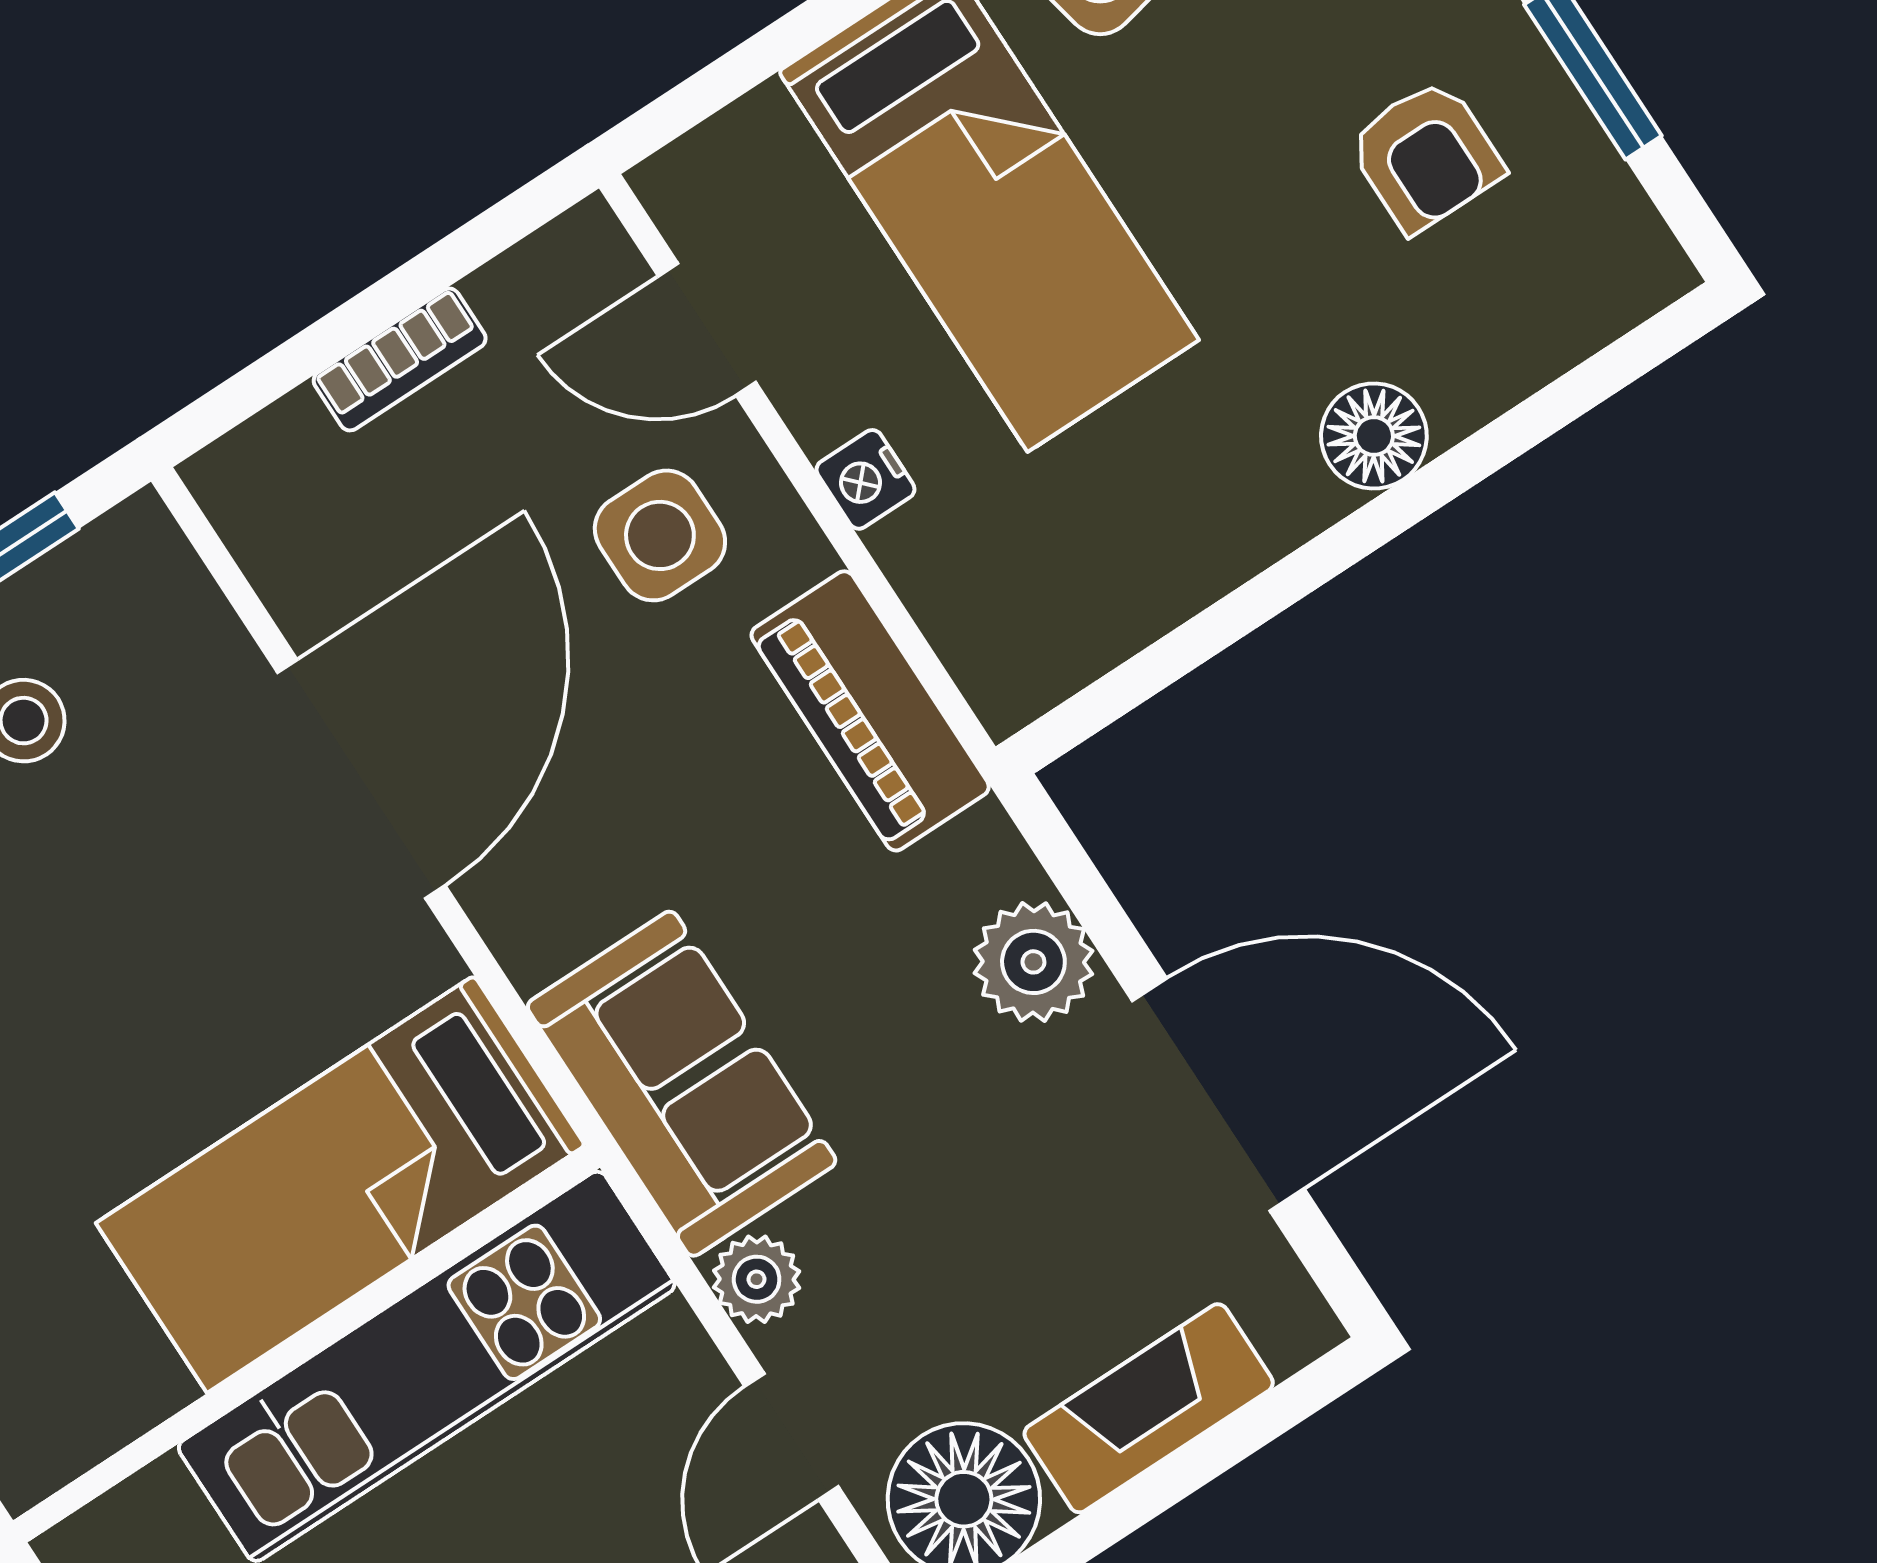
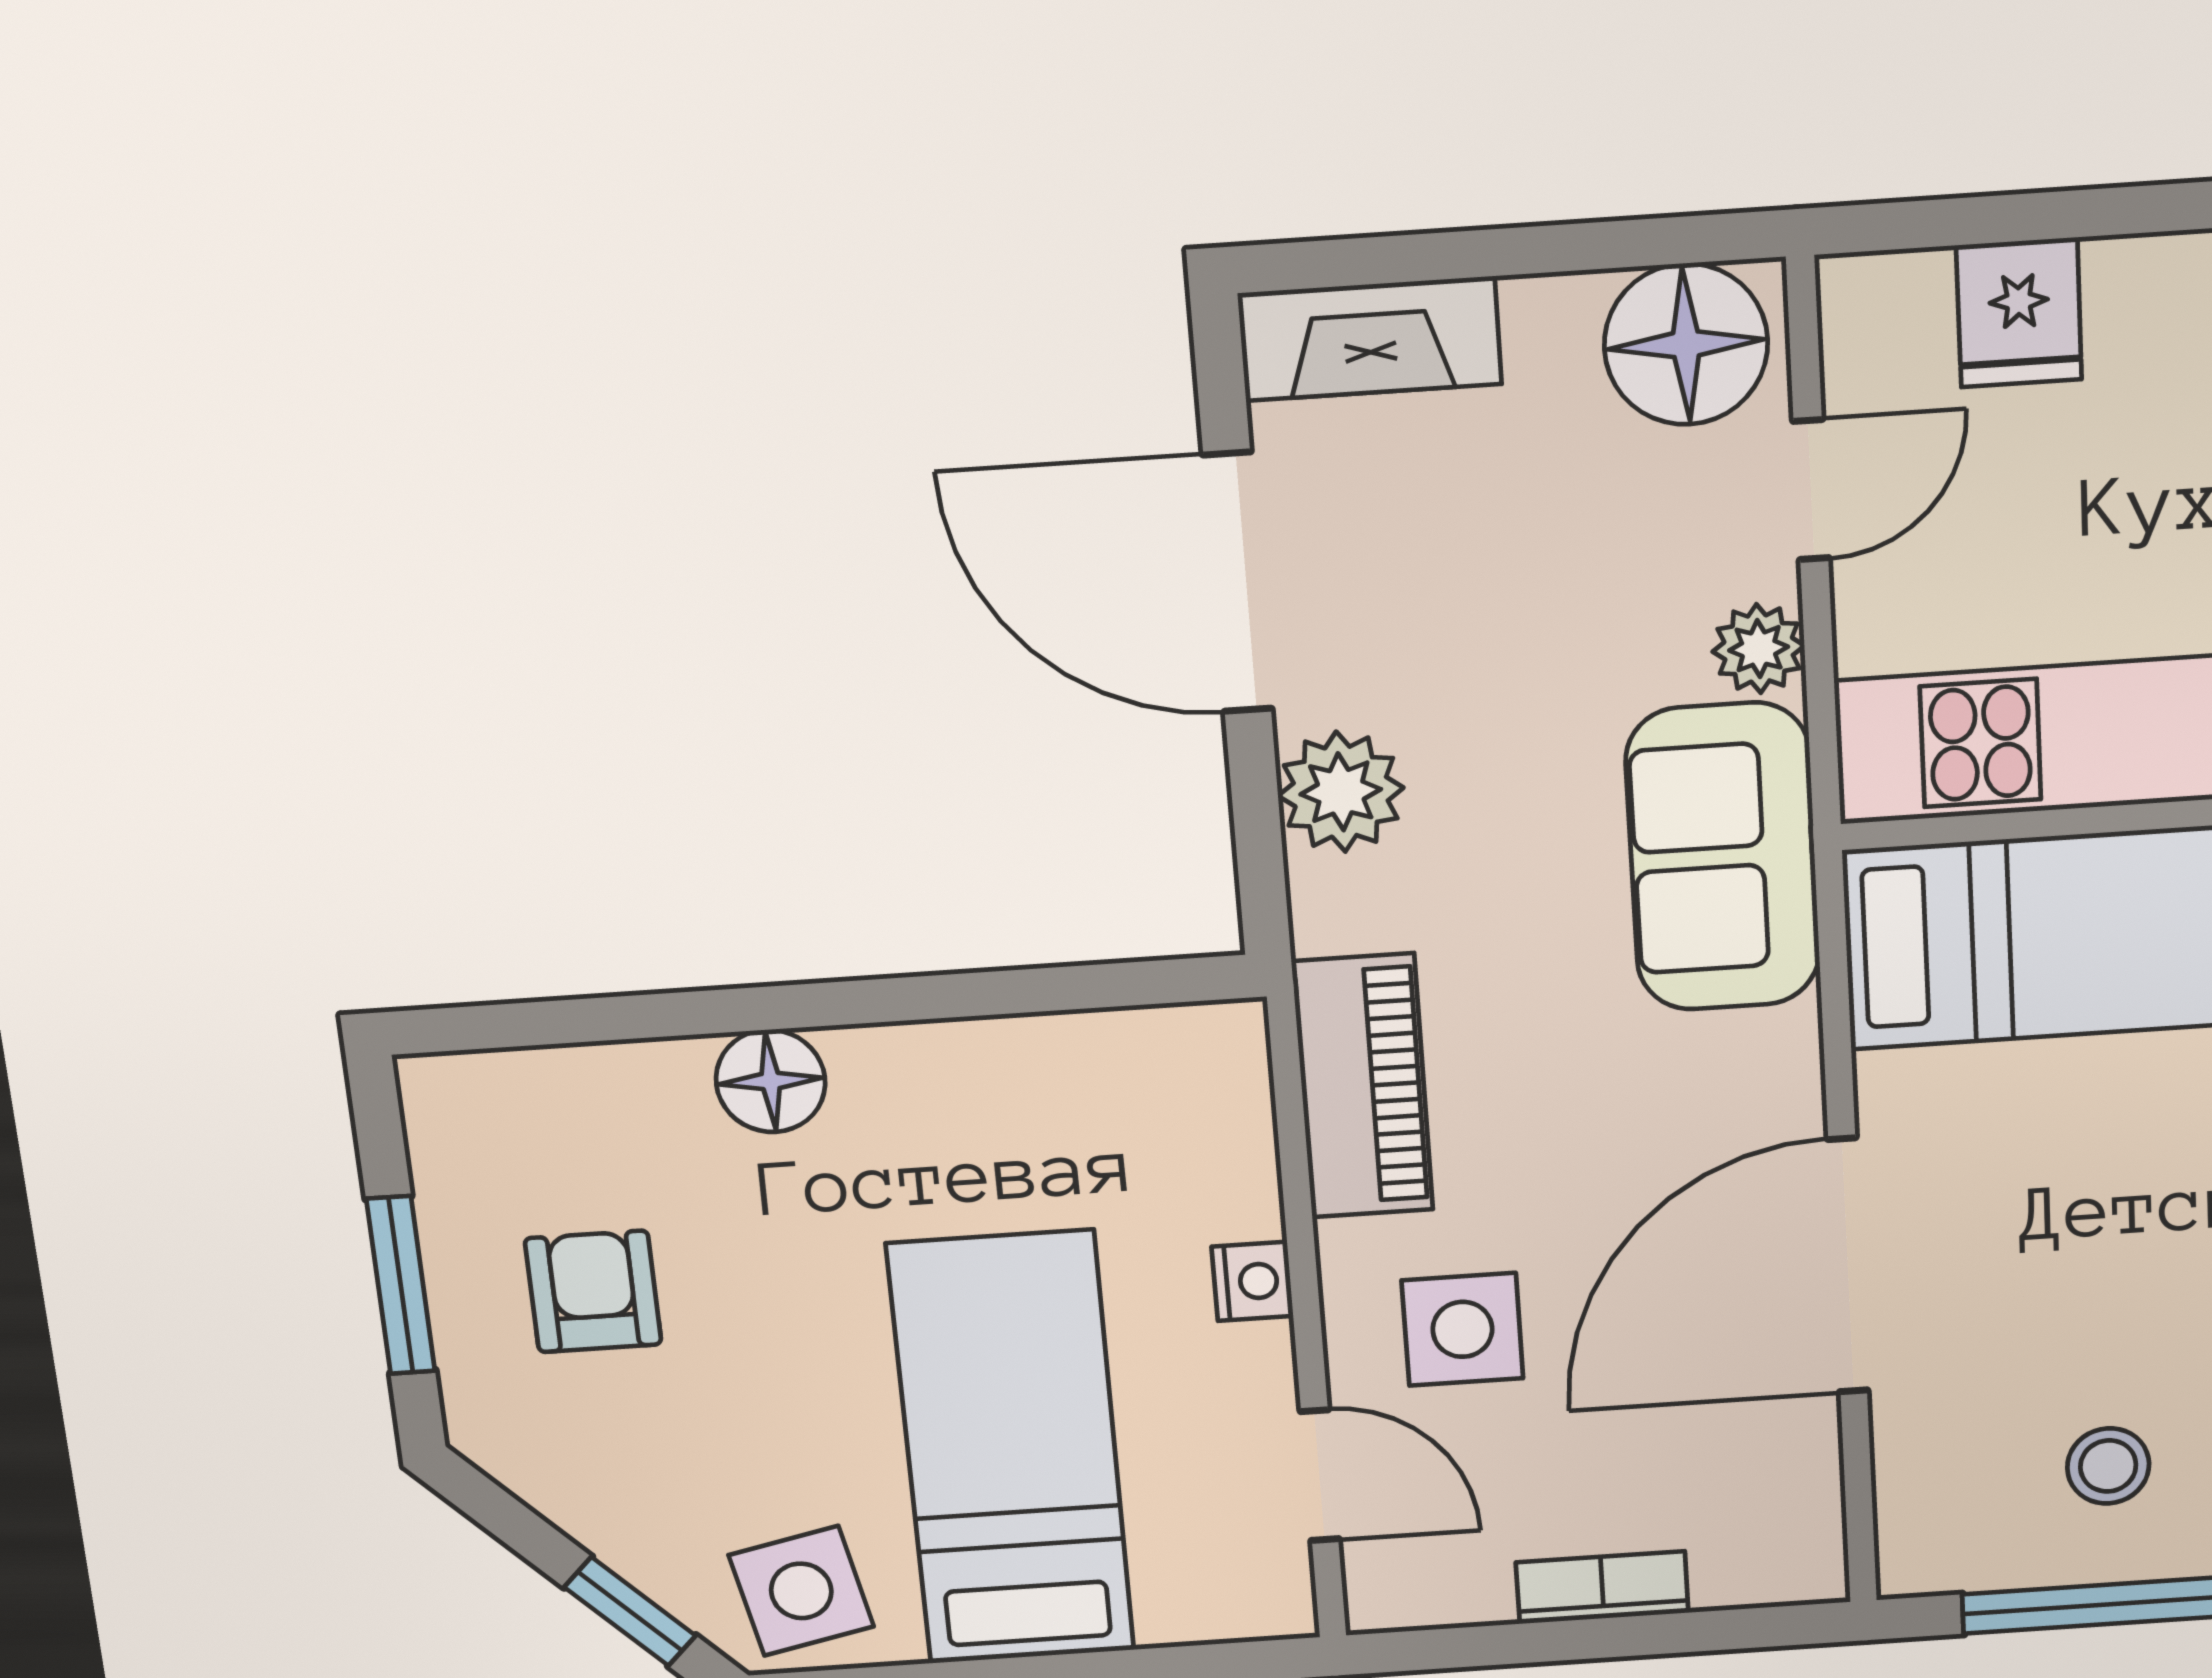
fireplace: (1149, 1408) -> (1370, 339), moved

